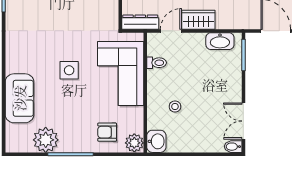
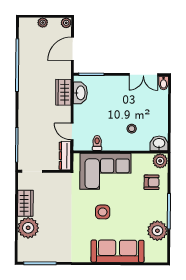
wardrobe: (198, 20) -> (63, 92), moved
sofa: (20, 98) -> (118, 251), width x1.36
armchair: (107, 132) -> (152, 182), turned -90

